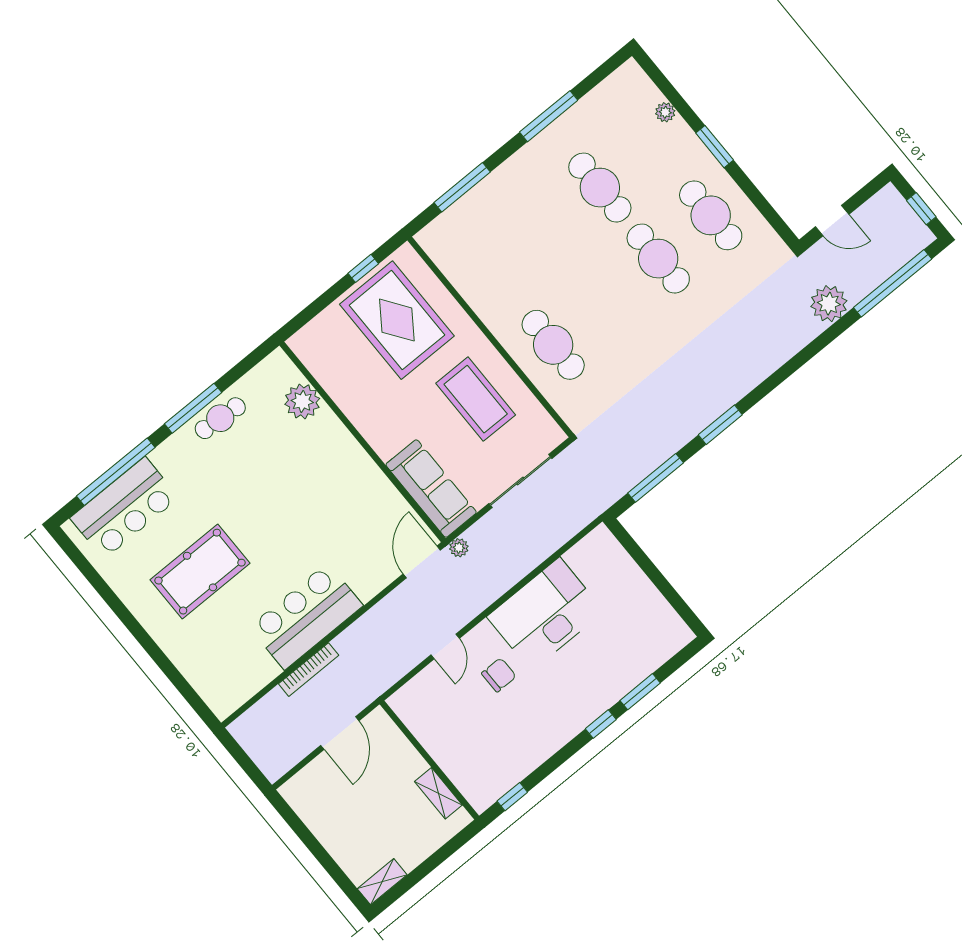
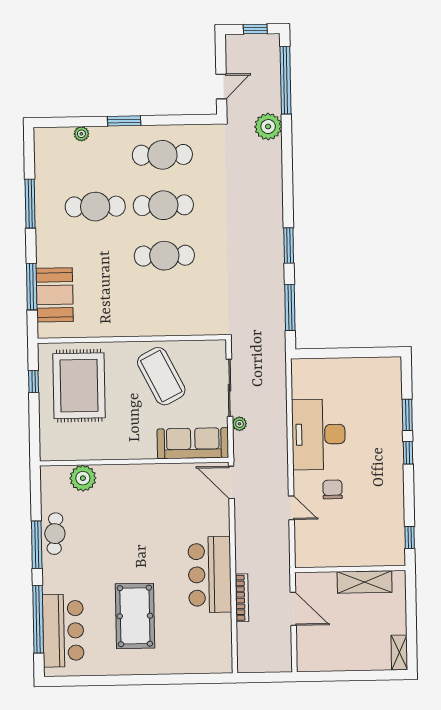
booth: (473, 218) -> (55, 295), added
rug: (397, 320) -> (79, 386), turned 90
cafe table: (553, 345) -> (164, 256), moved
coffee table: (476, 399) -> (161, 376), turned 63
plant: (459, 548) -> (239, 424), moved
shelving: (438, 793) -> (365, 582), width x1.50, depth x1.33

